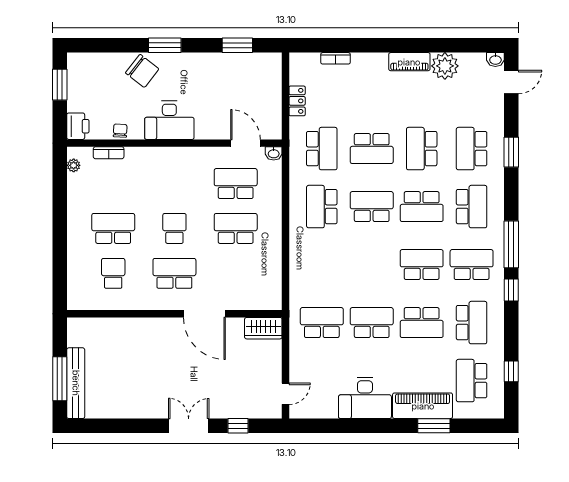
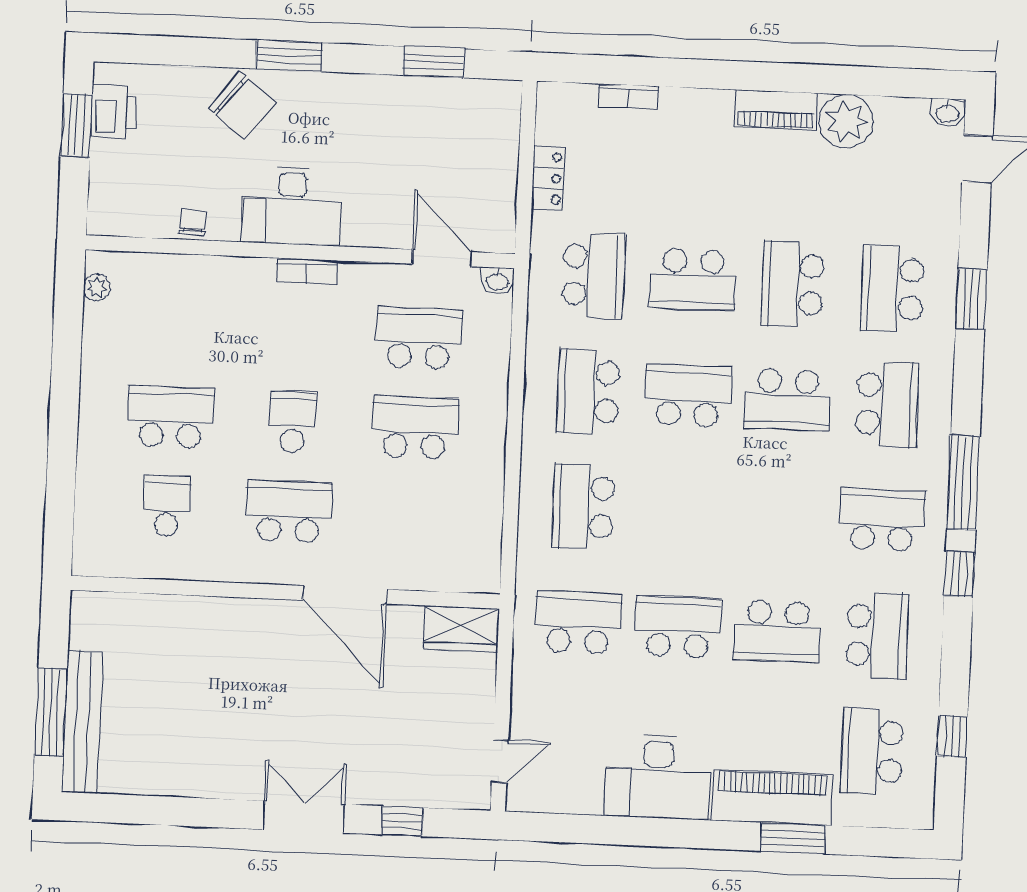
printer: (78, 126) -> (113, 112), moved
bookcase: (109, 153) -> (306, 271), moved
school desk: (422, 265) -> (583, 507), moved, turned -90

